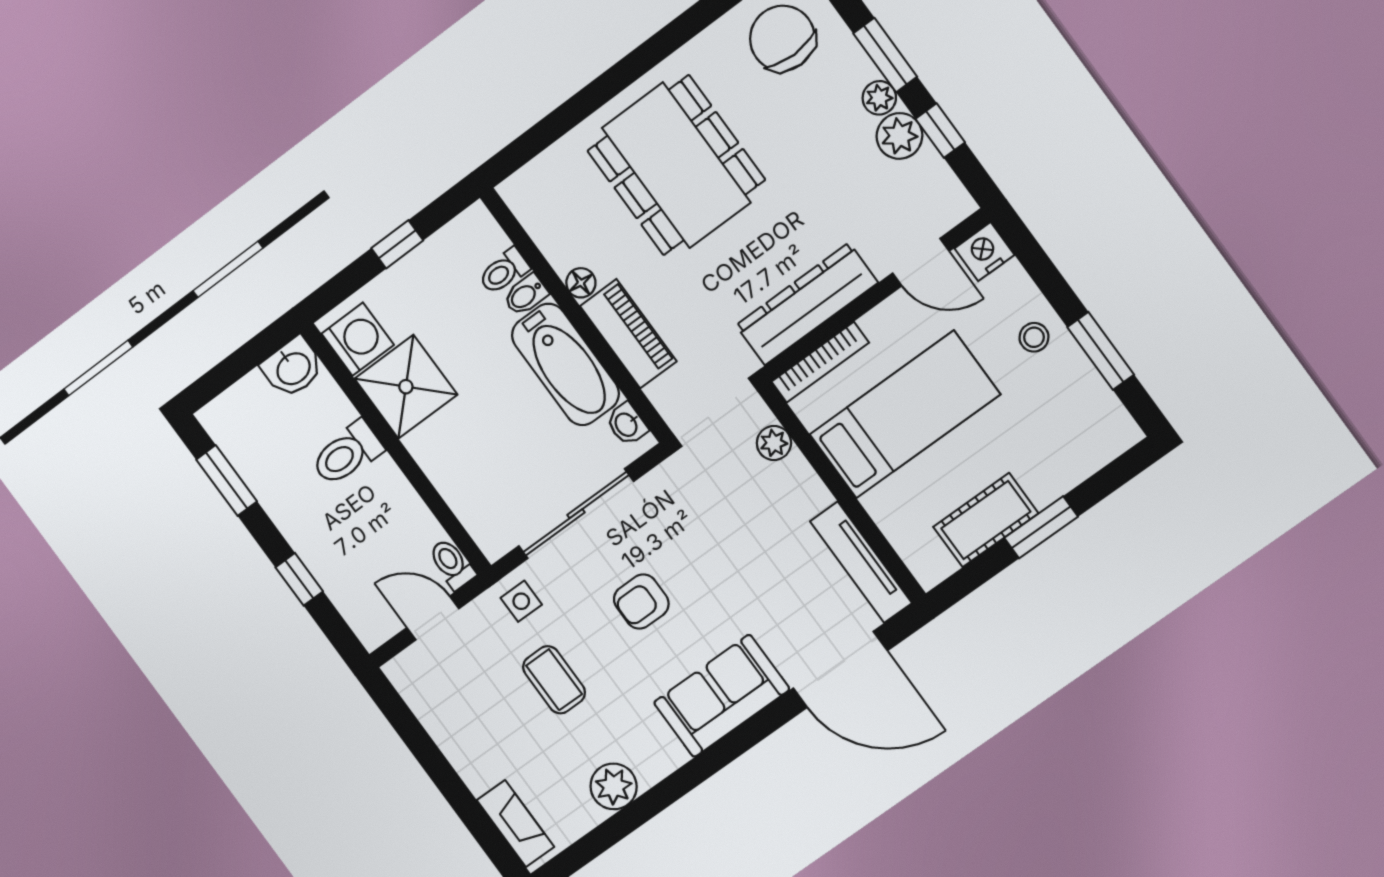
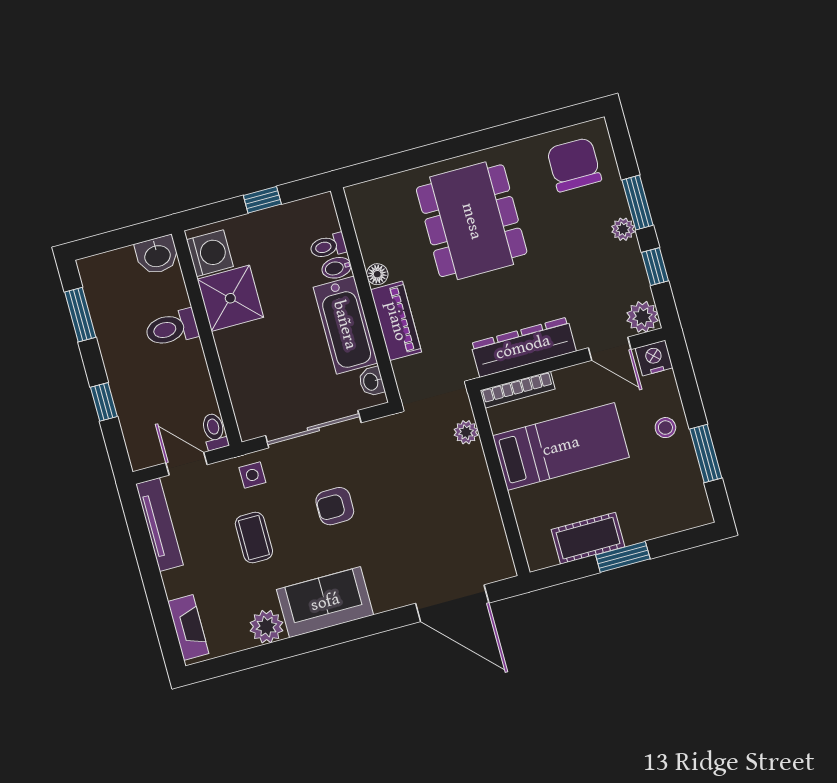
plant: (899, 136) -> (642, 317), moved
tv unit: (861, 562) -> (159, 525), moved, turned 180
sofa: (722, 696) -> (325, 602), moved

